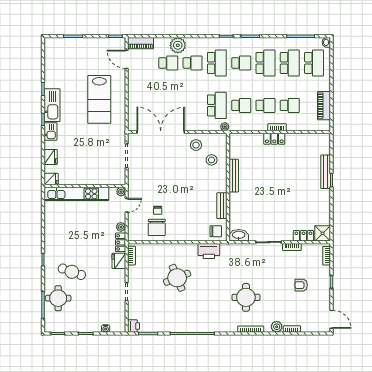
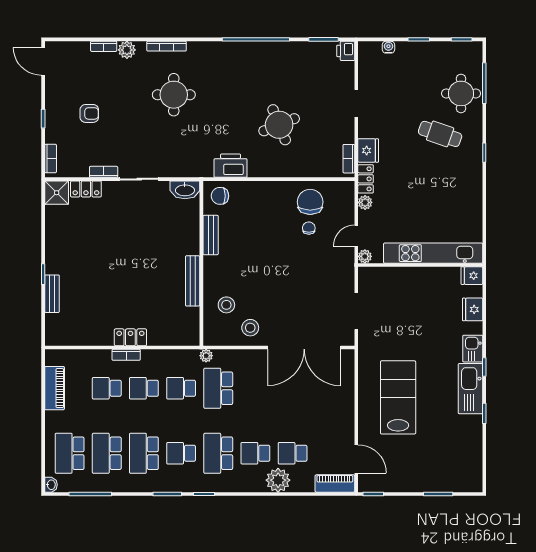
bench: (326, 172) -> (52, 294), width x0.73

